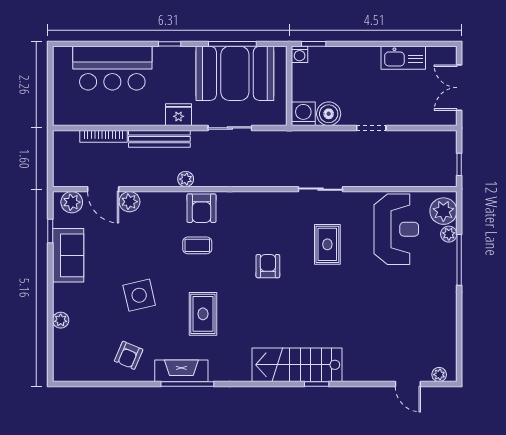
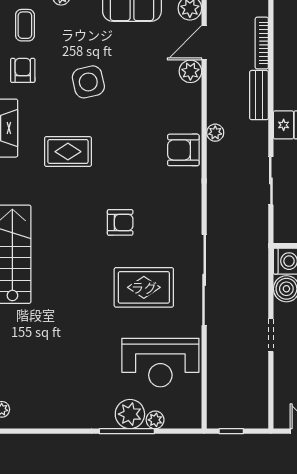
bench: (159, 139) -> (259, 95), width x0.73
sliding door: (321, 189) -> (204, 280), width x1.86
plant: (443, 211) -> (130, 414), moved
rug: (327, 244) -> (144, 287), width x1.36, depth x1.43
coffee table: (197, 245) -> (25, 25), moved
armchair: (129, 355) -> (23, 70), turned 67

